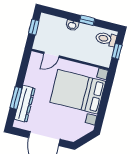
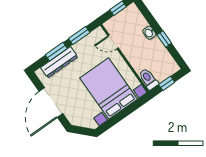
toilet: (106, 39) -> (148, 79), moved
window: (23, 72) -> (79, 36), added

